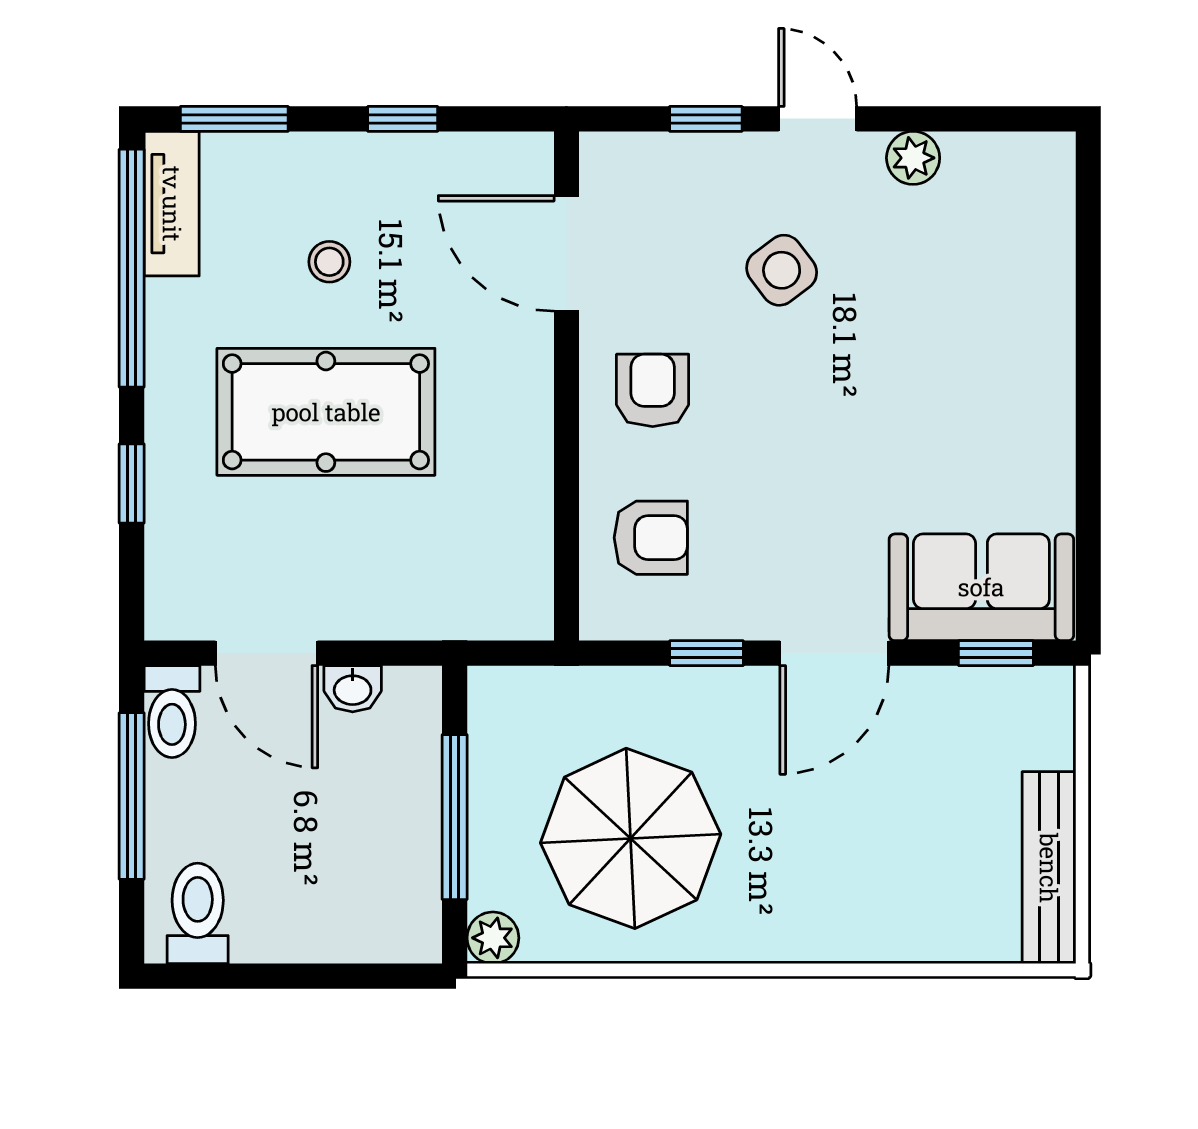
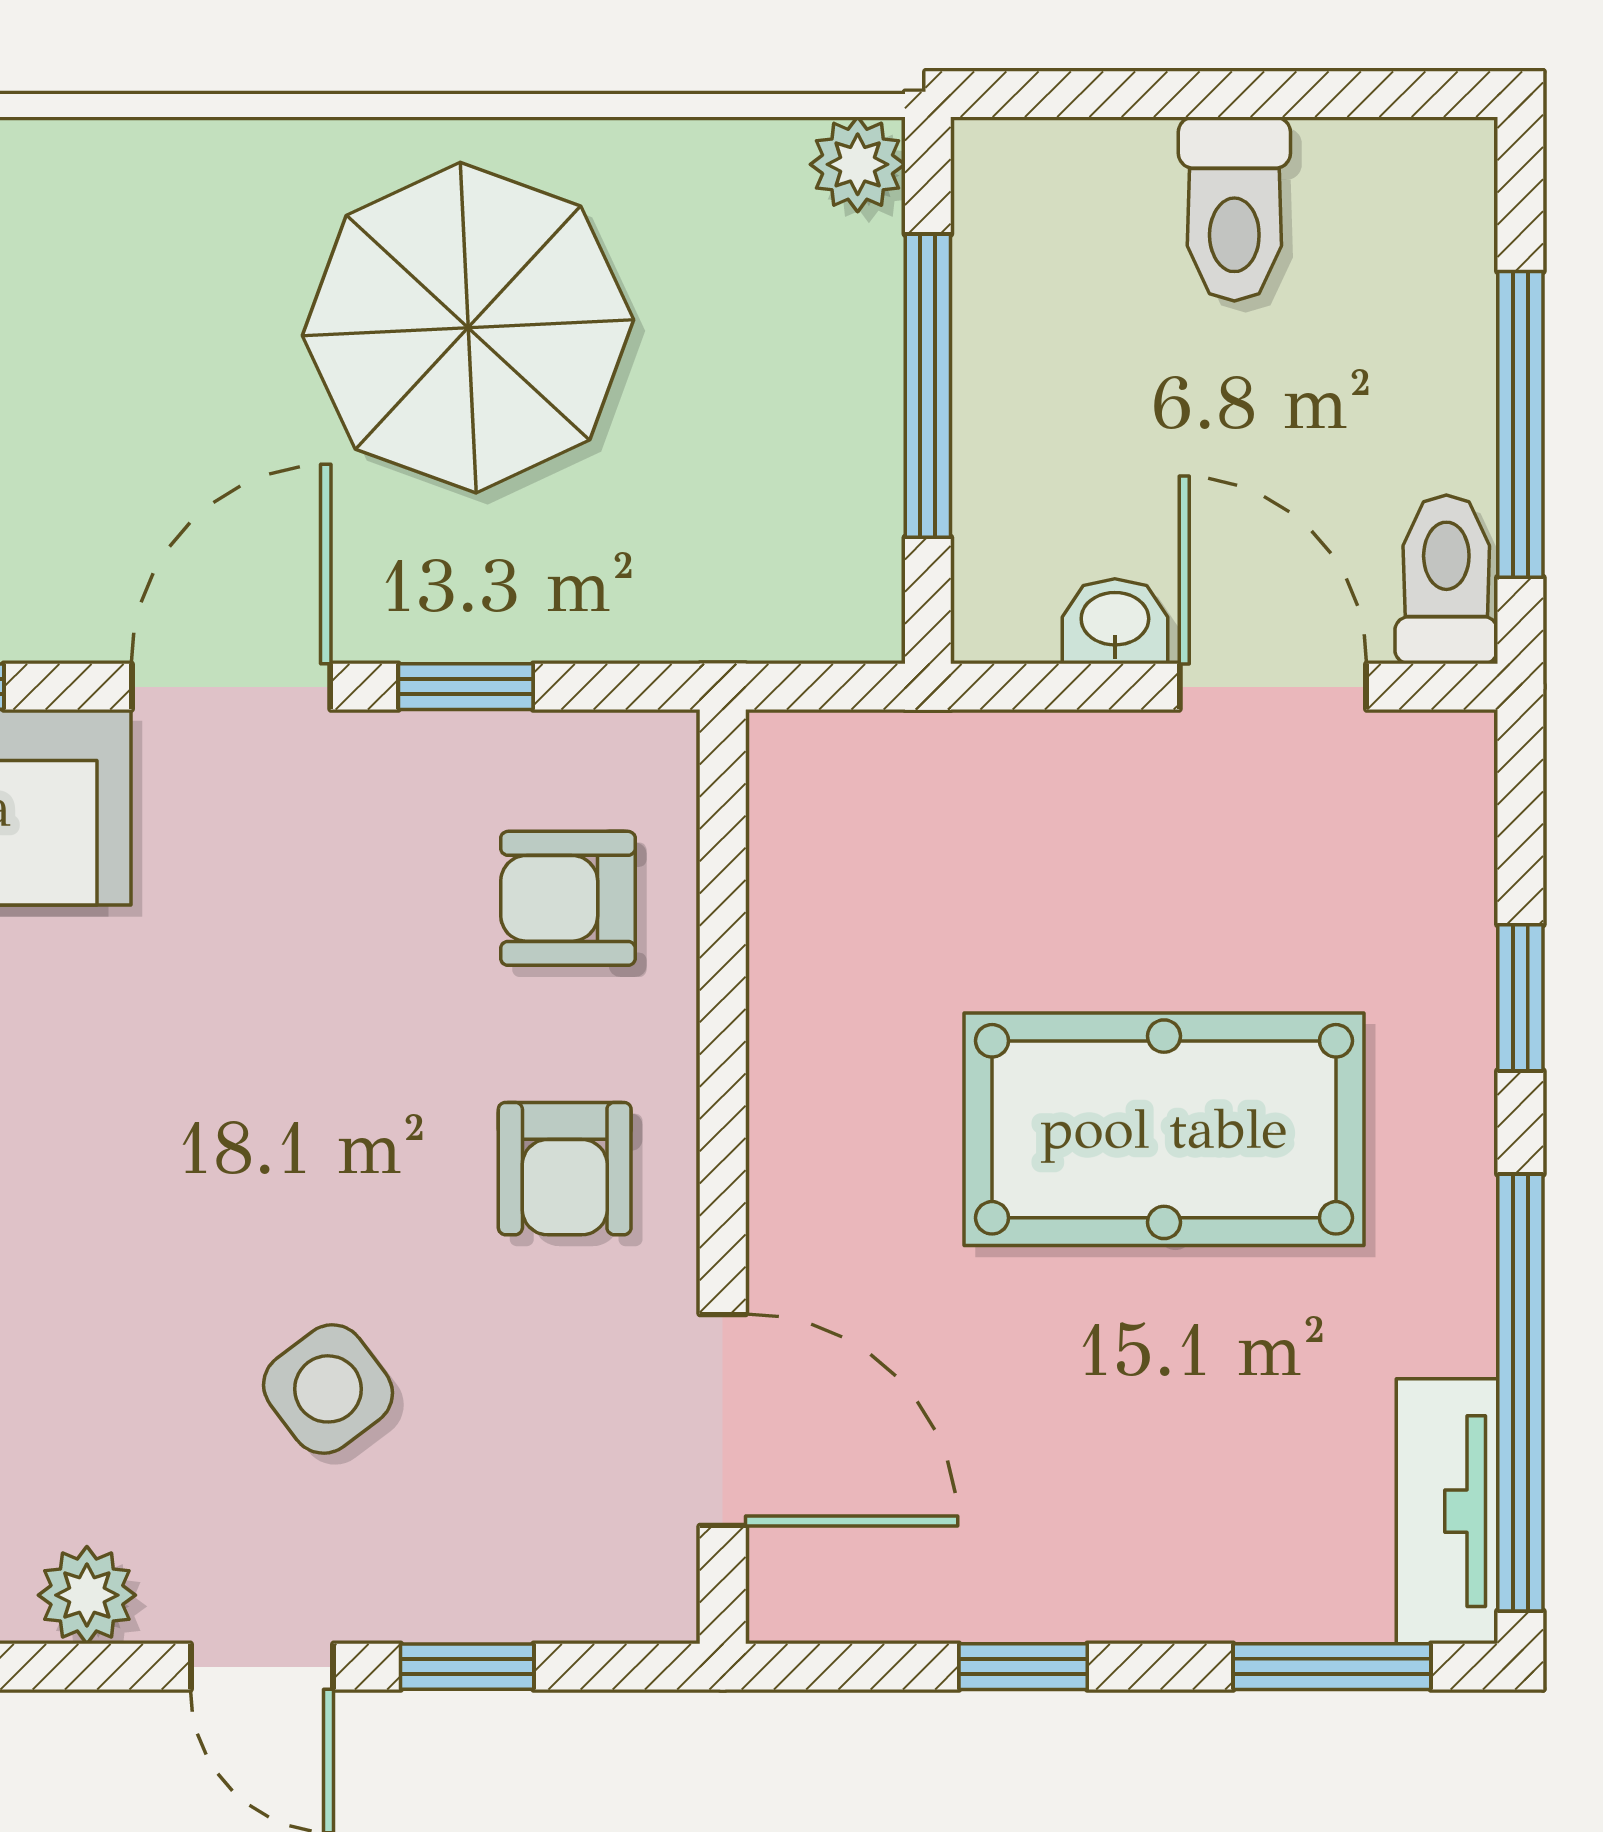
stool: (329, 262) -> (1158, 1404), removed
parasol: (631, 838) -> (468, 328), moved
toilet: (198, 913) -> (1234, 209), moved

